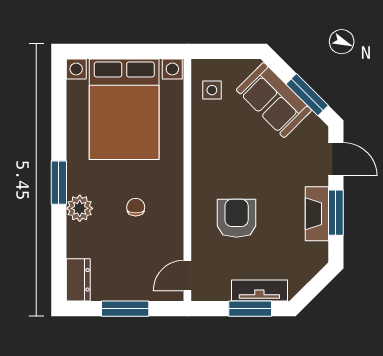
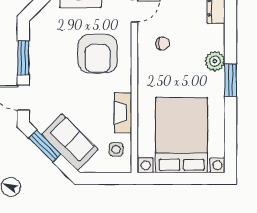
chair: (136, 207) -> (163, 43), moved, turned -90
fireplace: (317, 214) -> (123, 113), moved, turned 180
armchair: (237, 218) -> (98, 54), width x1.36, depth x1.36

